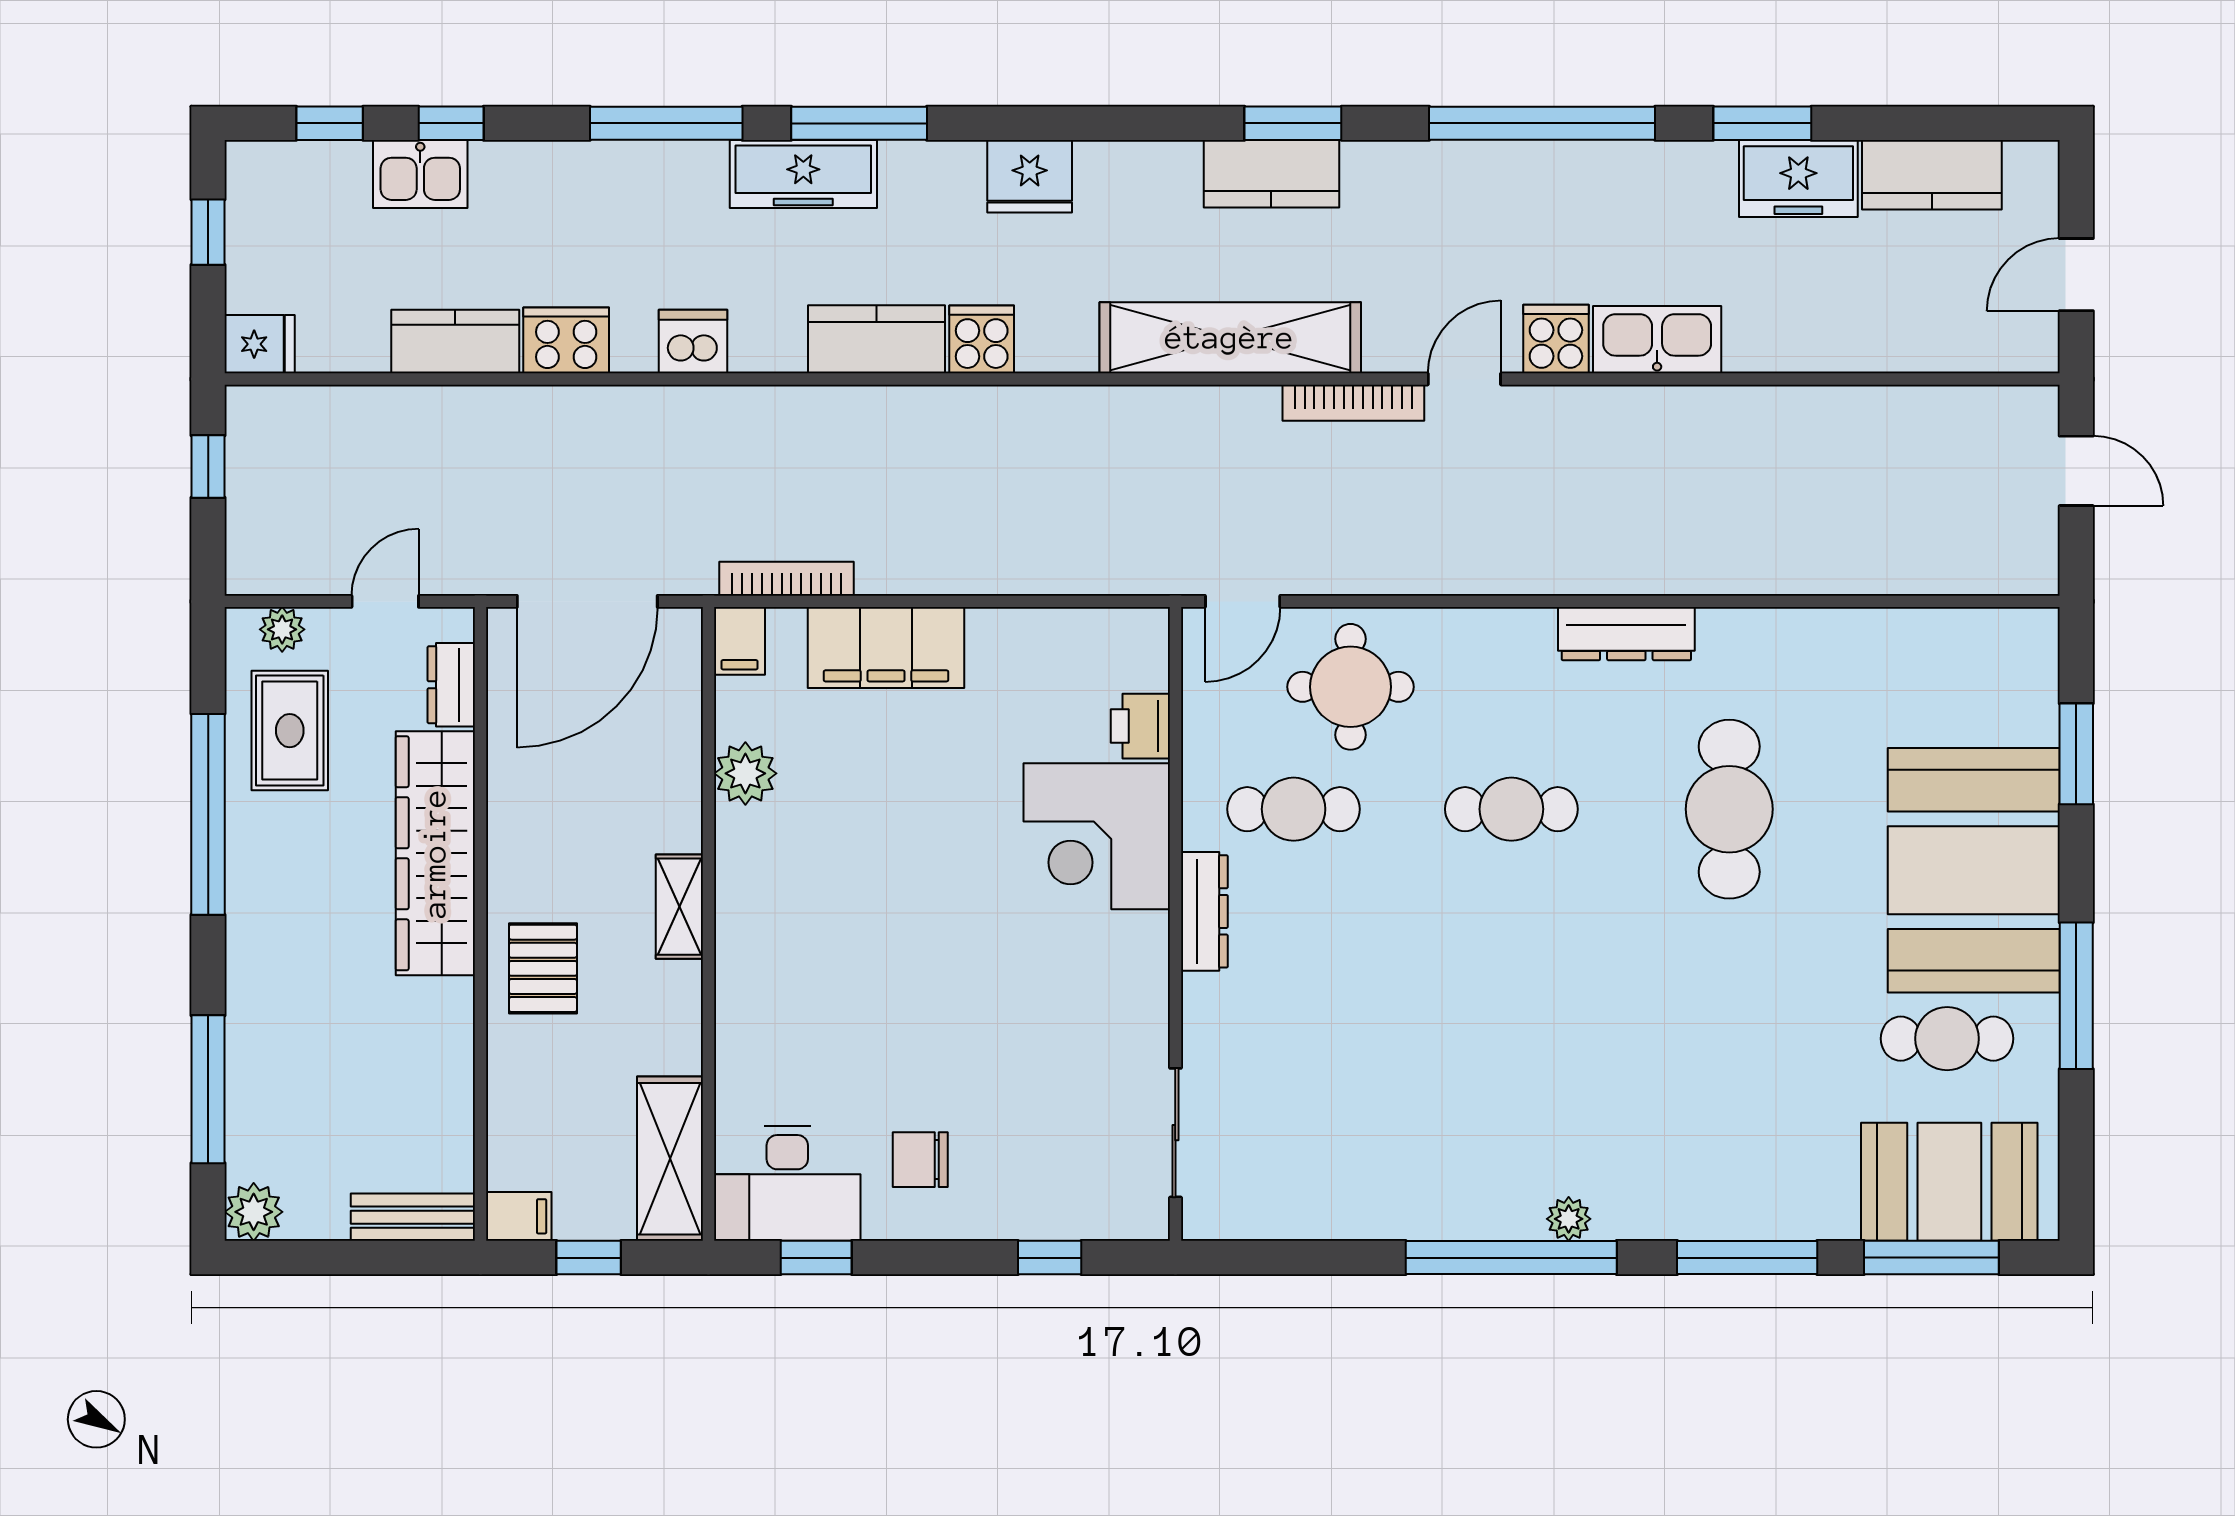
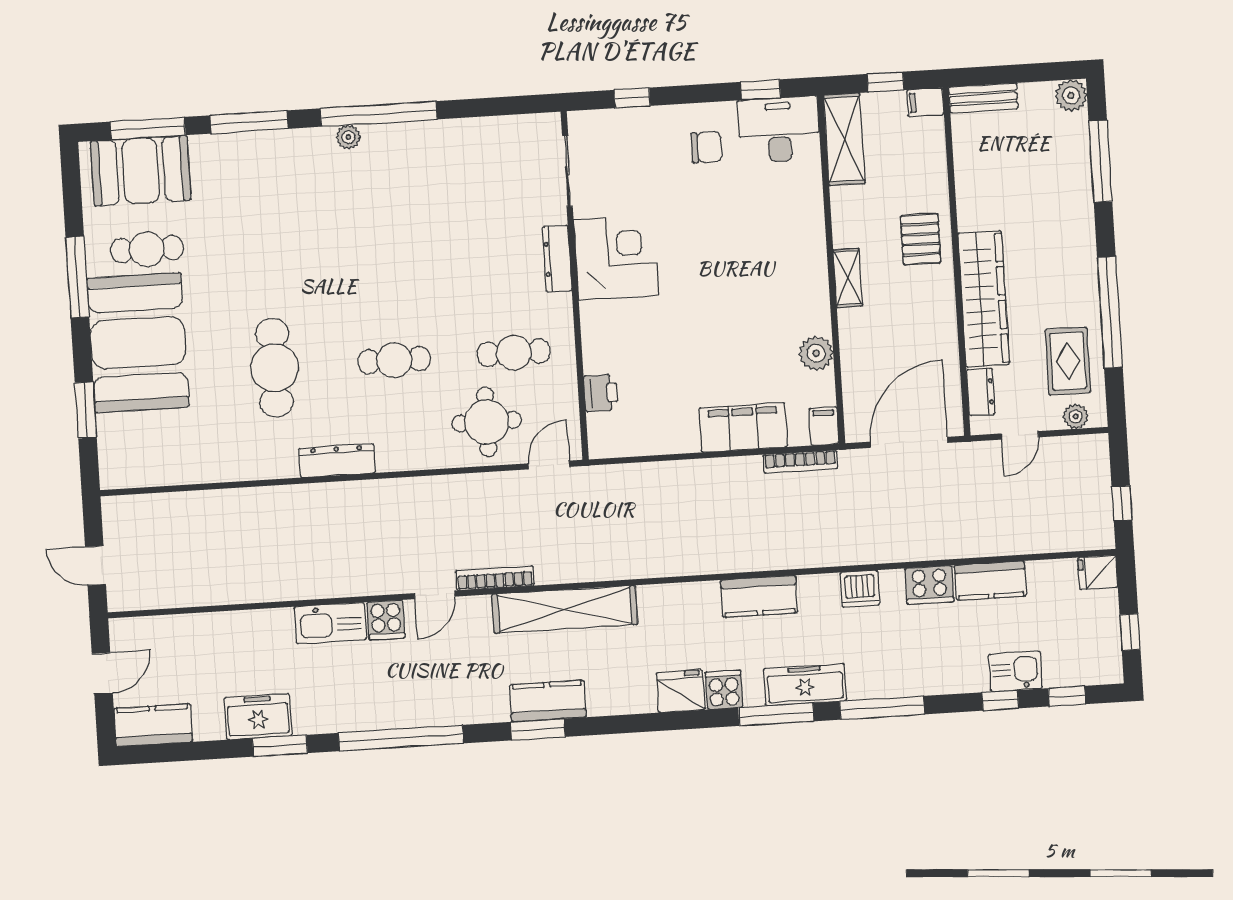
kitchen counter: (1932, 175) -> (153, 725), moved
cooker: (982, 339) -> (724, 690), moved, turned 180
corner desk: (1097, 836) -> (616, 257), moved
dresser: (1204, 911) -> (557, 259), moved

